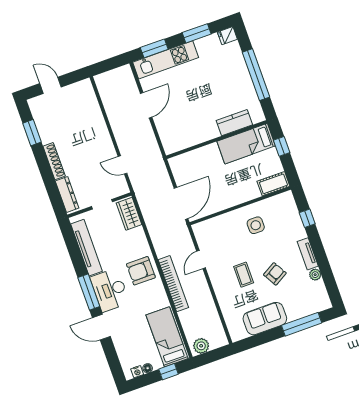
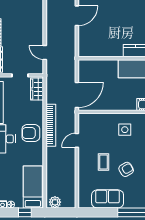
bookcase: (173, 284) -> (51, 125), moved

